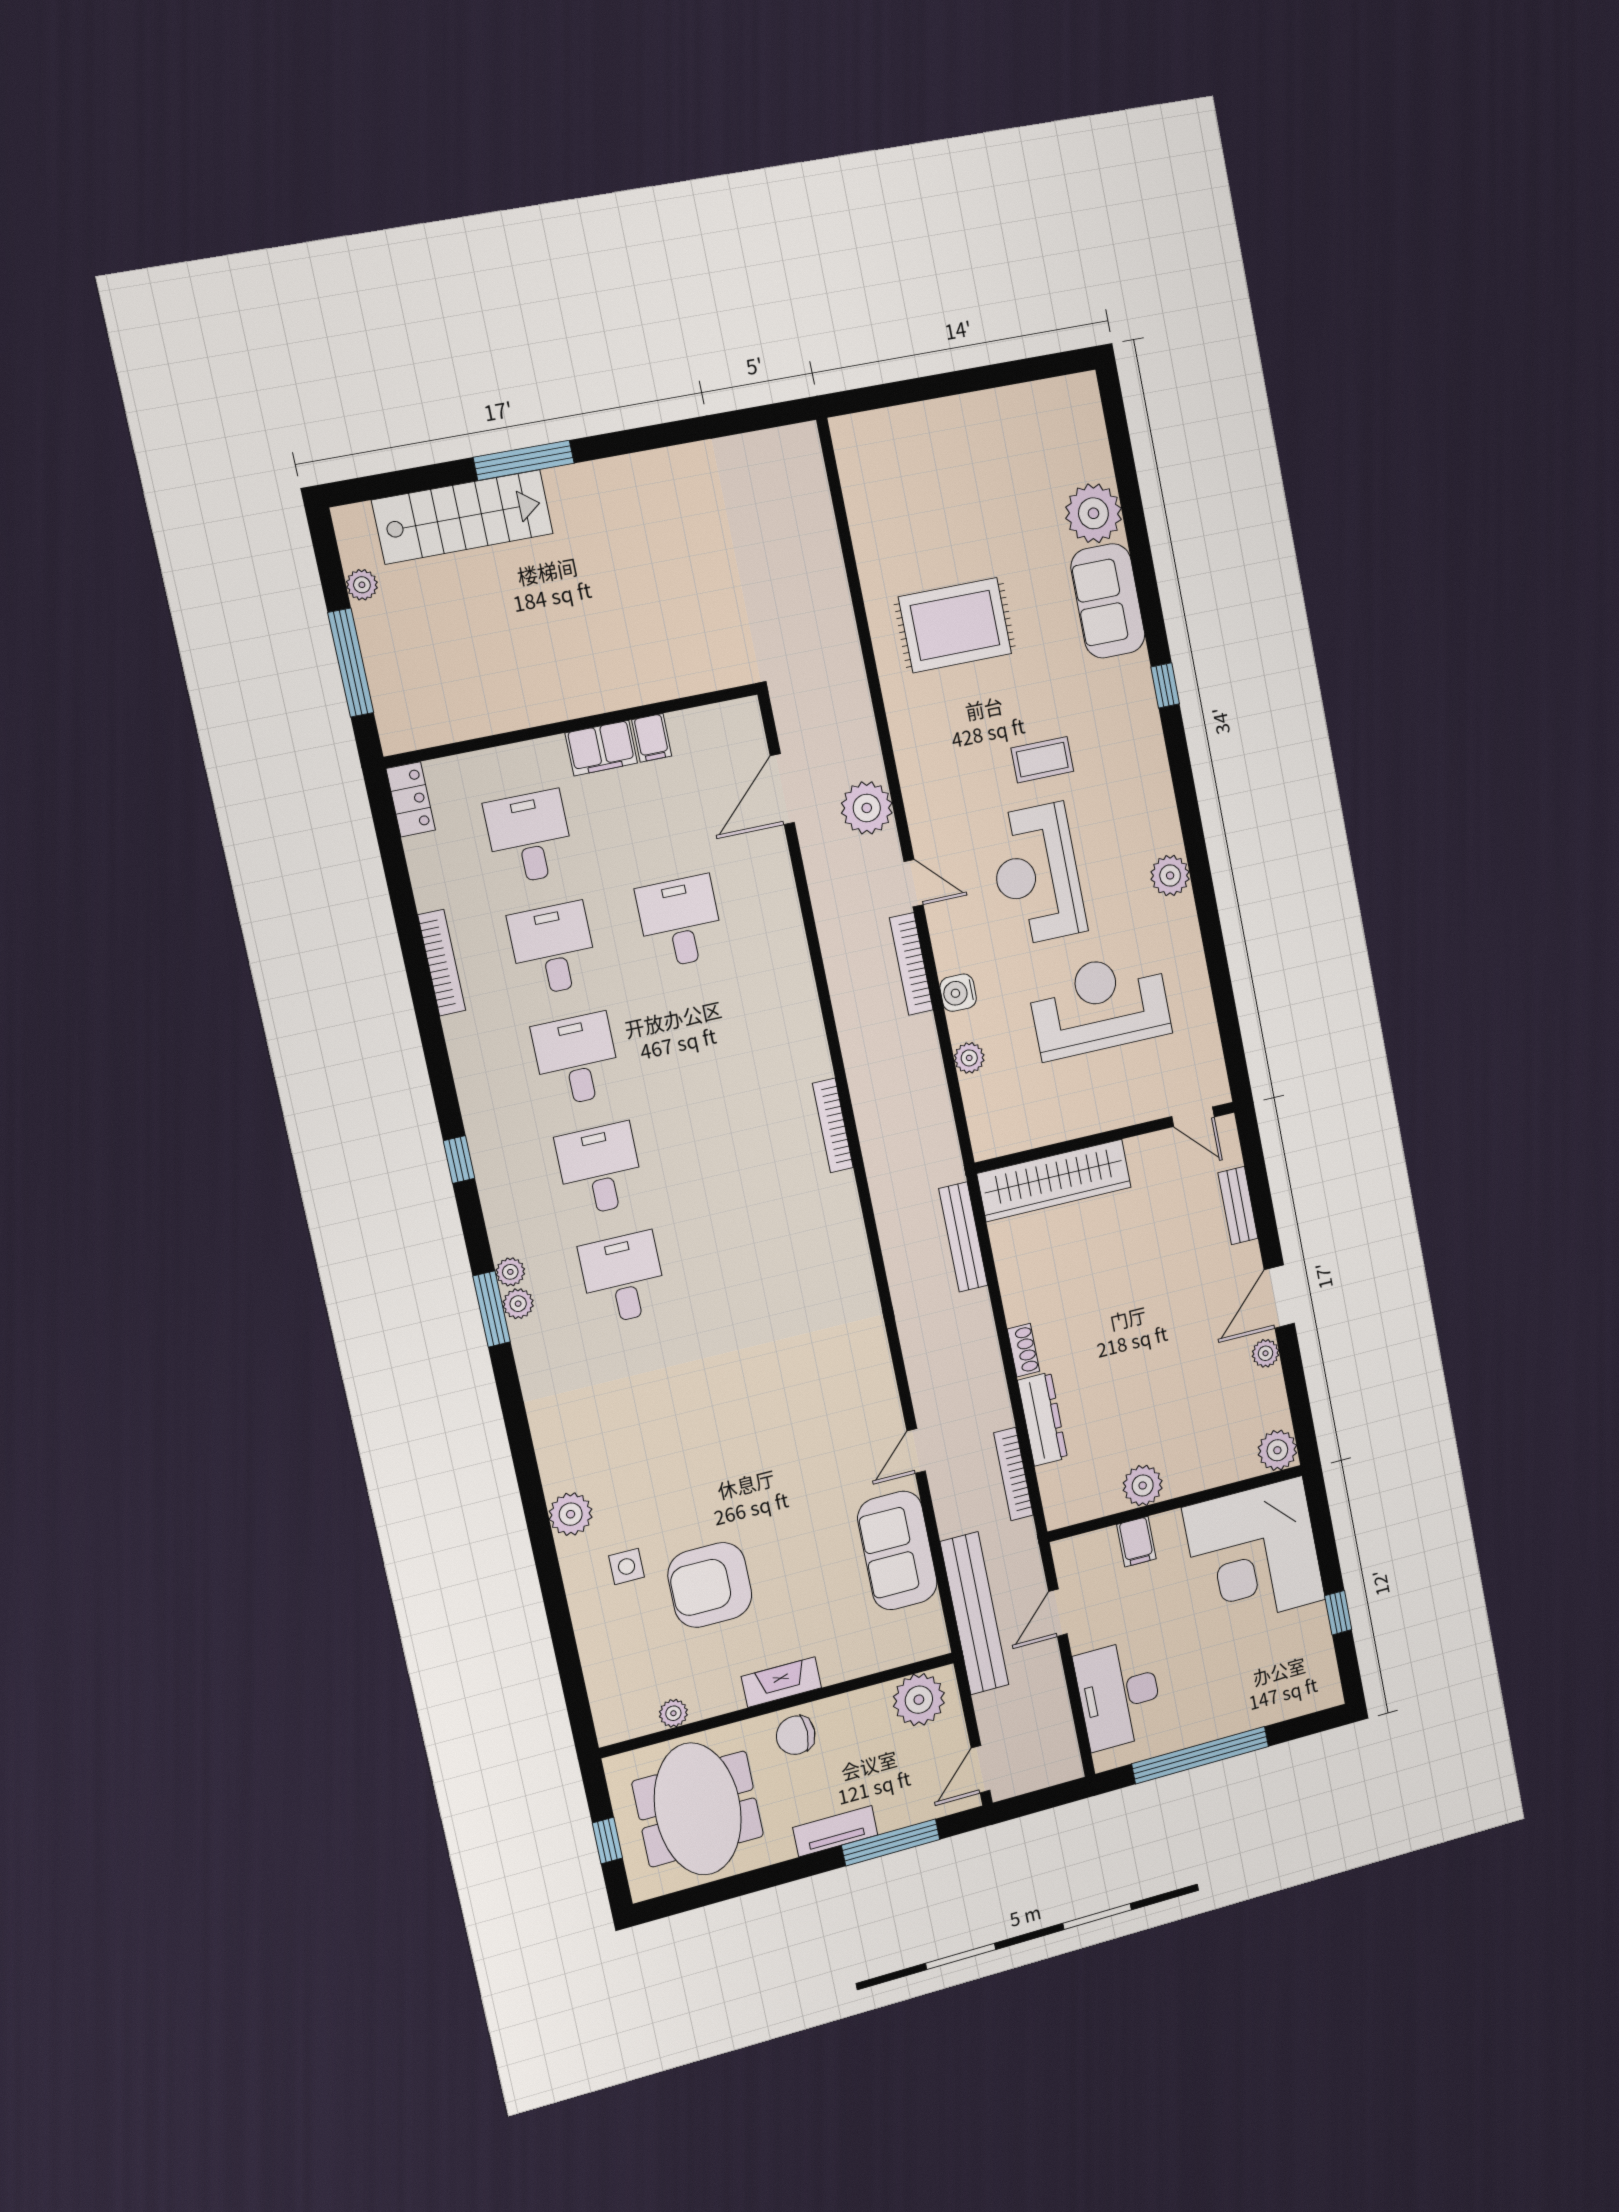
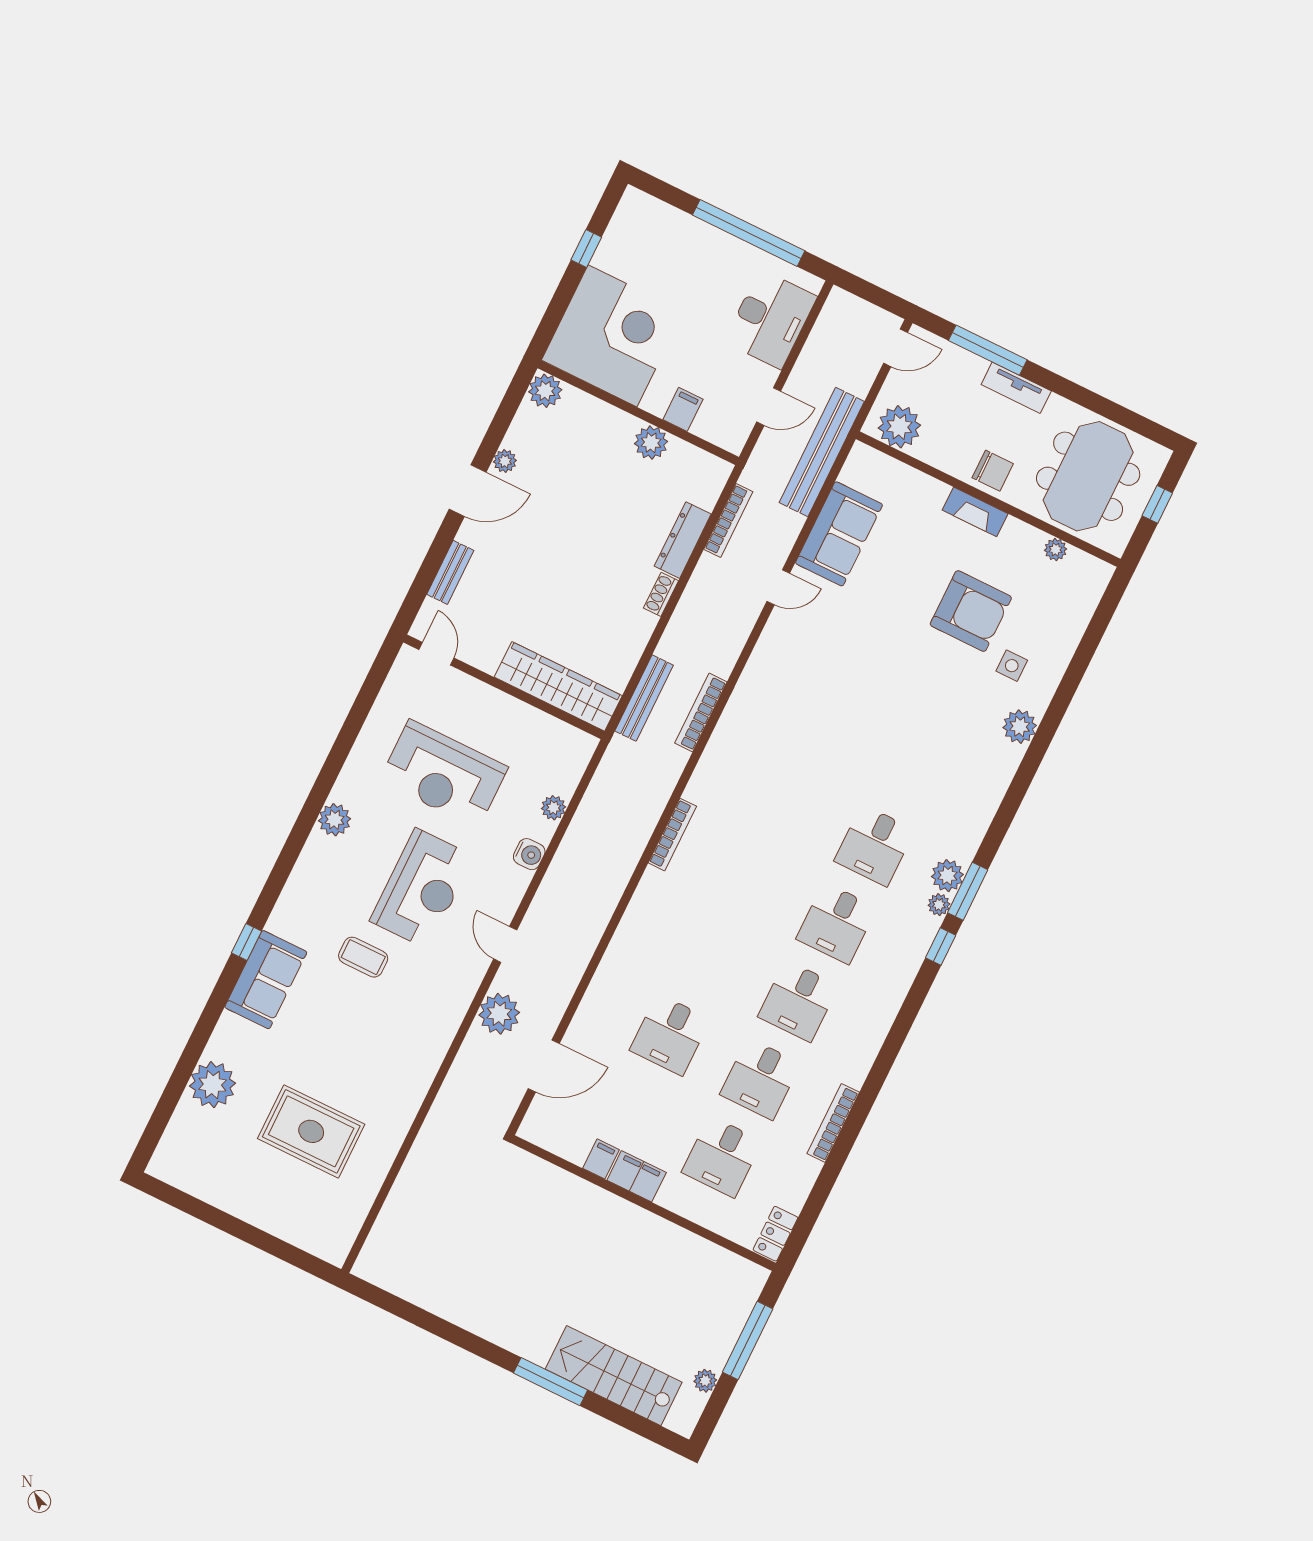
sofa: (1108, 601) -> (266, 980), moved
rug: (955, 625) -> (311, 1131), moved
bookcase: (911, 964) -> (701, 712), moved, turned 180
window: (459, 1160) -> (941, 947), moved
plant: (518, 1304) -> (947, 876), width x1.38, depth x1.38

